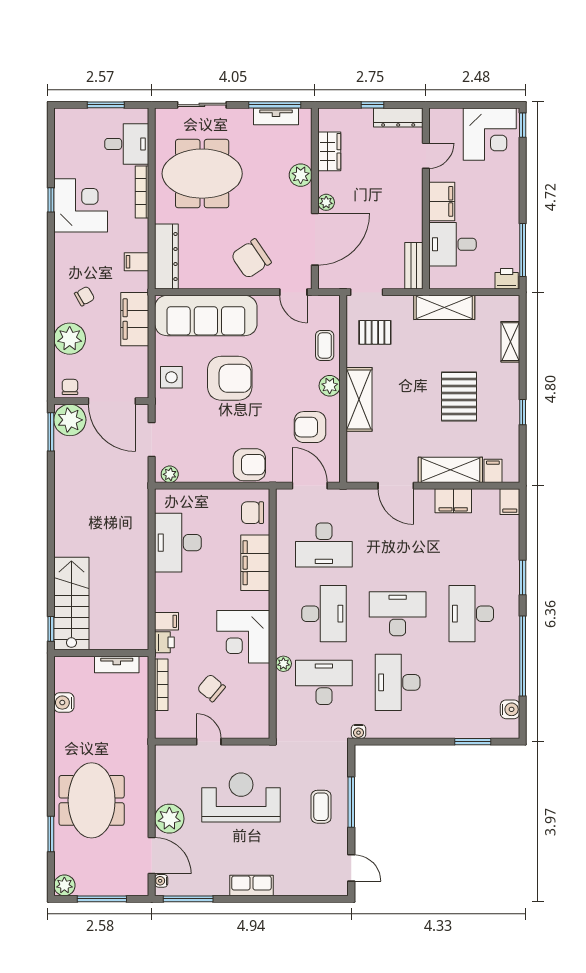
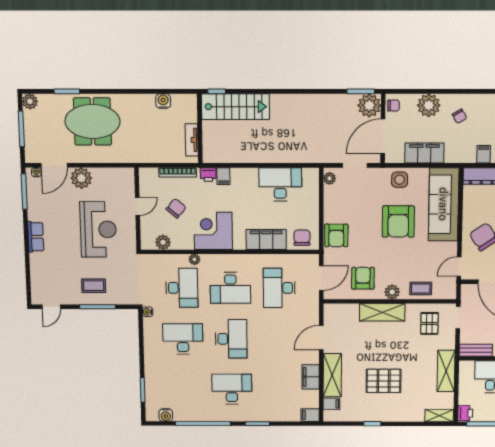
filing cabinet: (135, 319) -> (424, 153), moved
shelving: (510, 342) -> (439, 416), moved
plant: (259, 707) -> (163, 242), added

